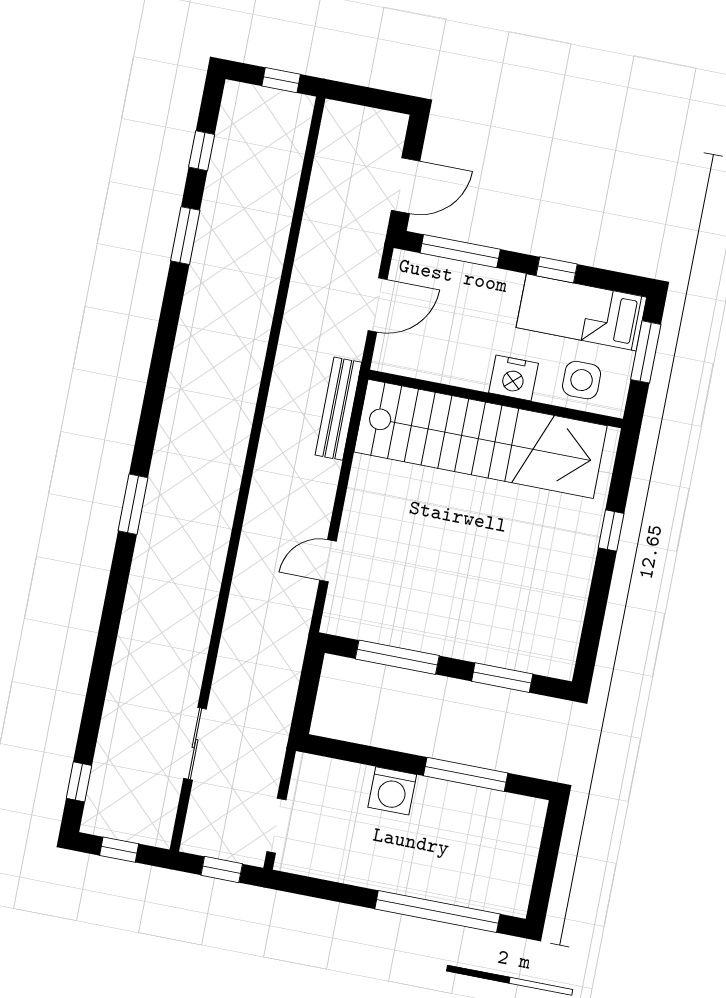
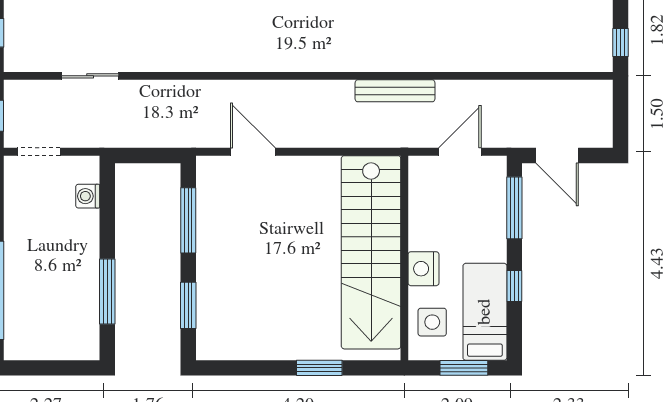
door: (378, 305) -> (460, 152), swing flipped
bench: (338, 409) -> (395, 91), moved
window: (611, 531) -> (319, 368), width x1.50
door: (328, 561) -> (253, 152), width x1.38
washing machine: (392, 791) -> (88, 196), moved, width x0.73, depth x0.73

